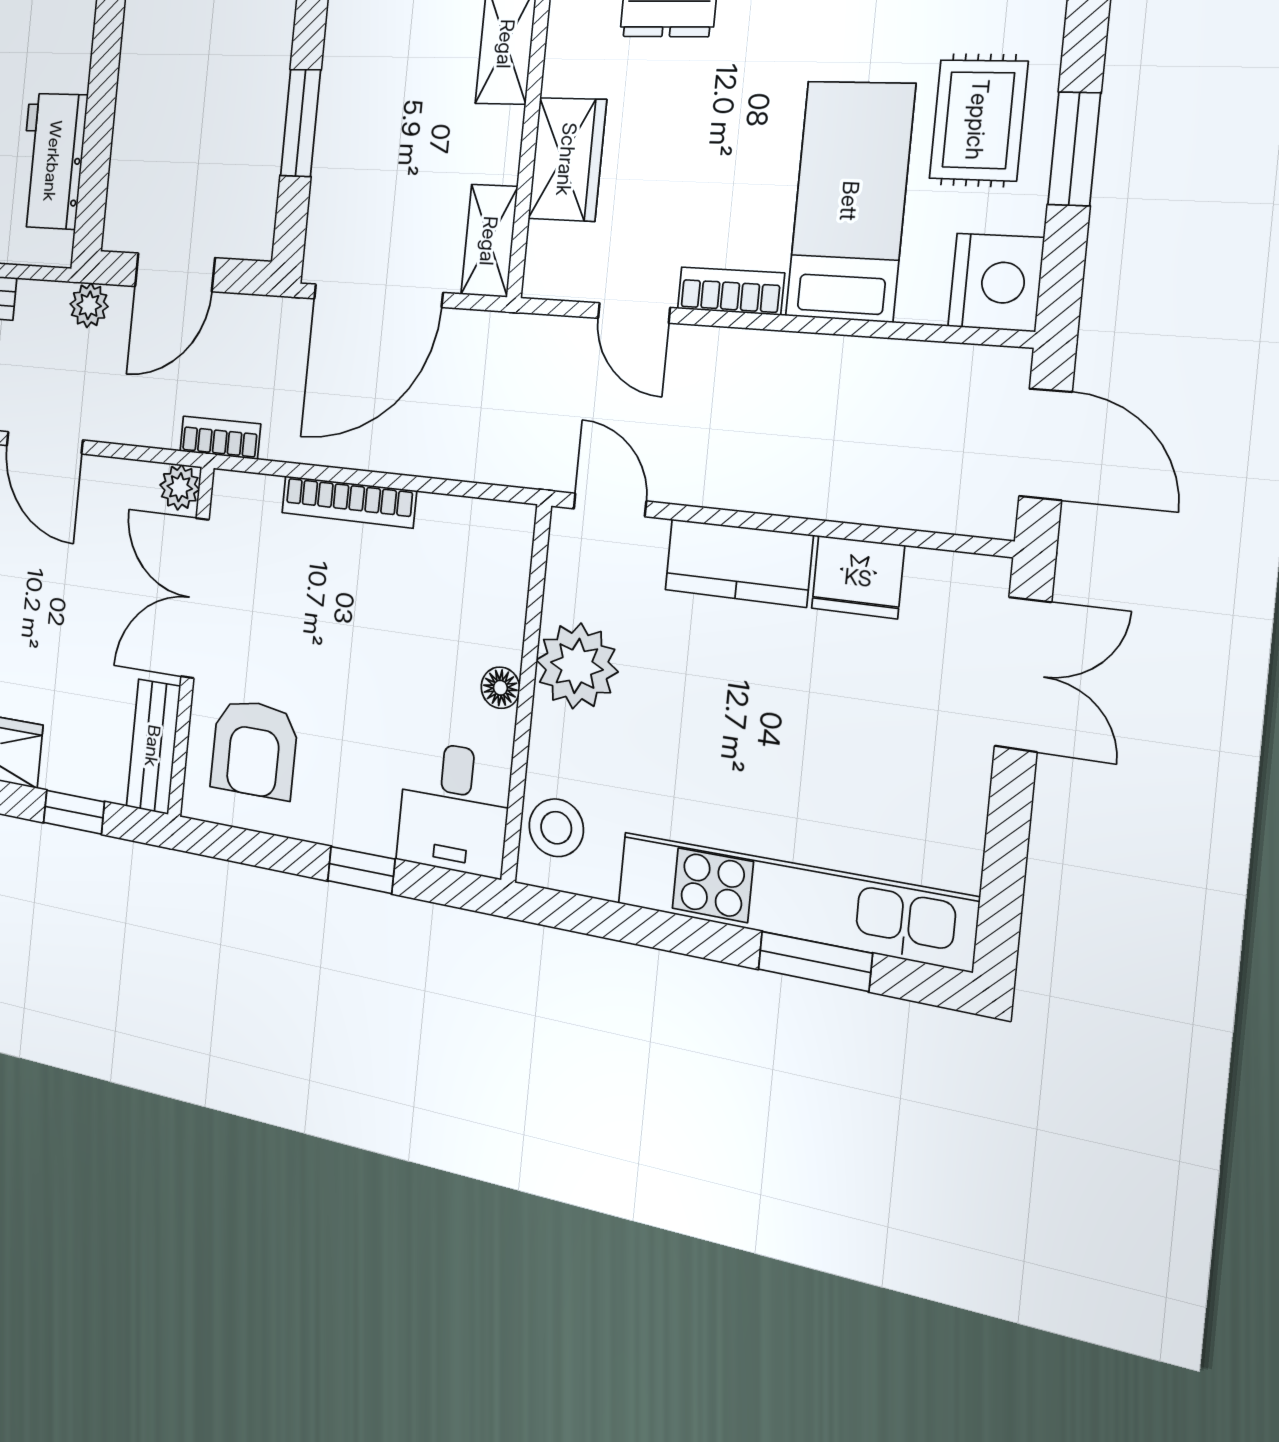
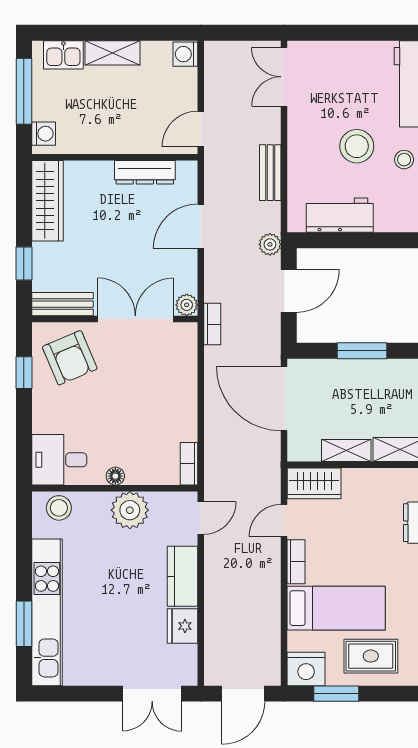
window: (1074, 149) -> (336, 694), moved
wardrobe: (567, 159) -> (314, 483), moved
shelving: (489, 241) -> (346, 451), moved
door: (175, 272) -> (289, 291), swing flipped
bookcase: (348, 502) -> (189, 464), moved, width x0.64
armchair: (254, 749) -> (70, 358), turned -113
window: (361, 870) -> (24, 373), moved

